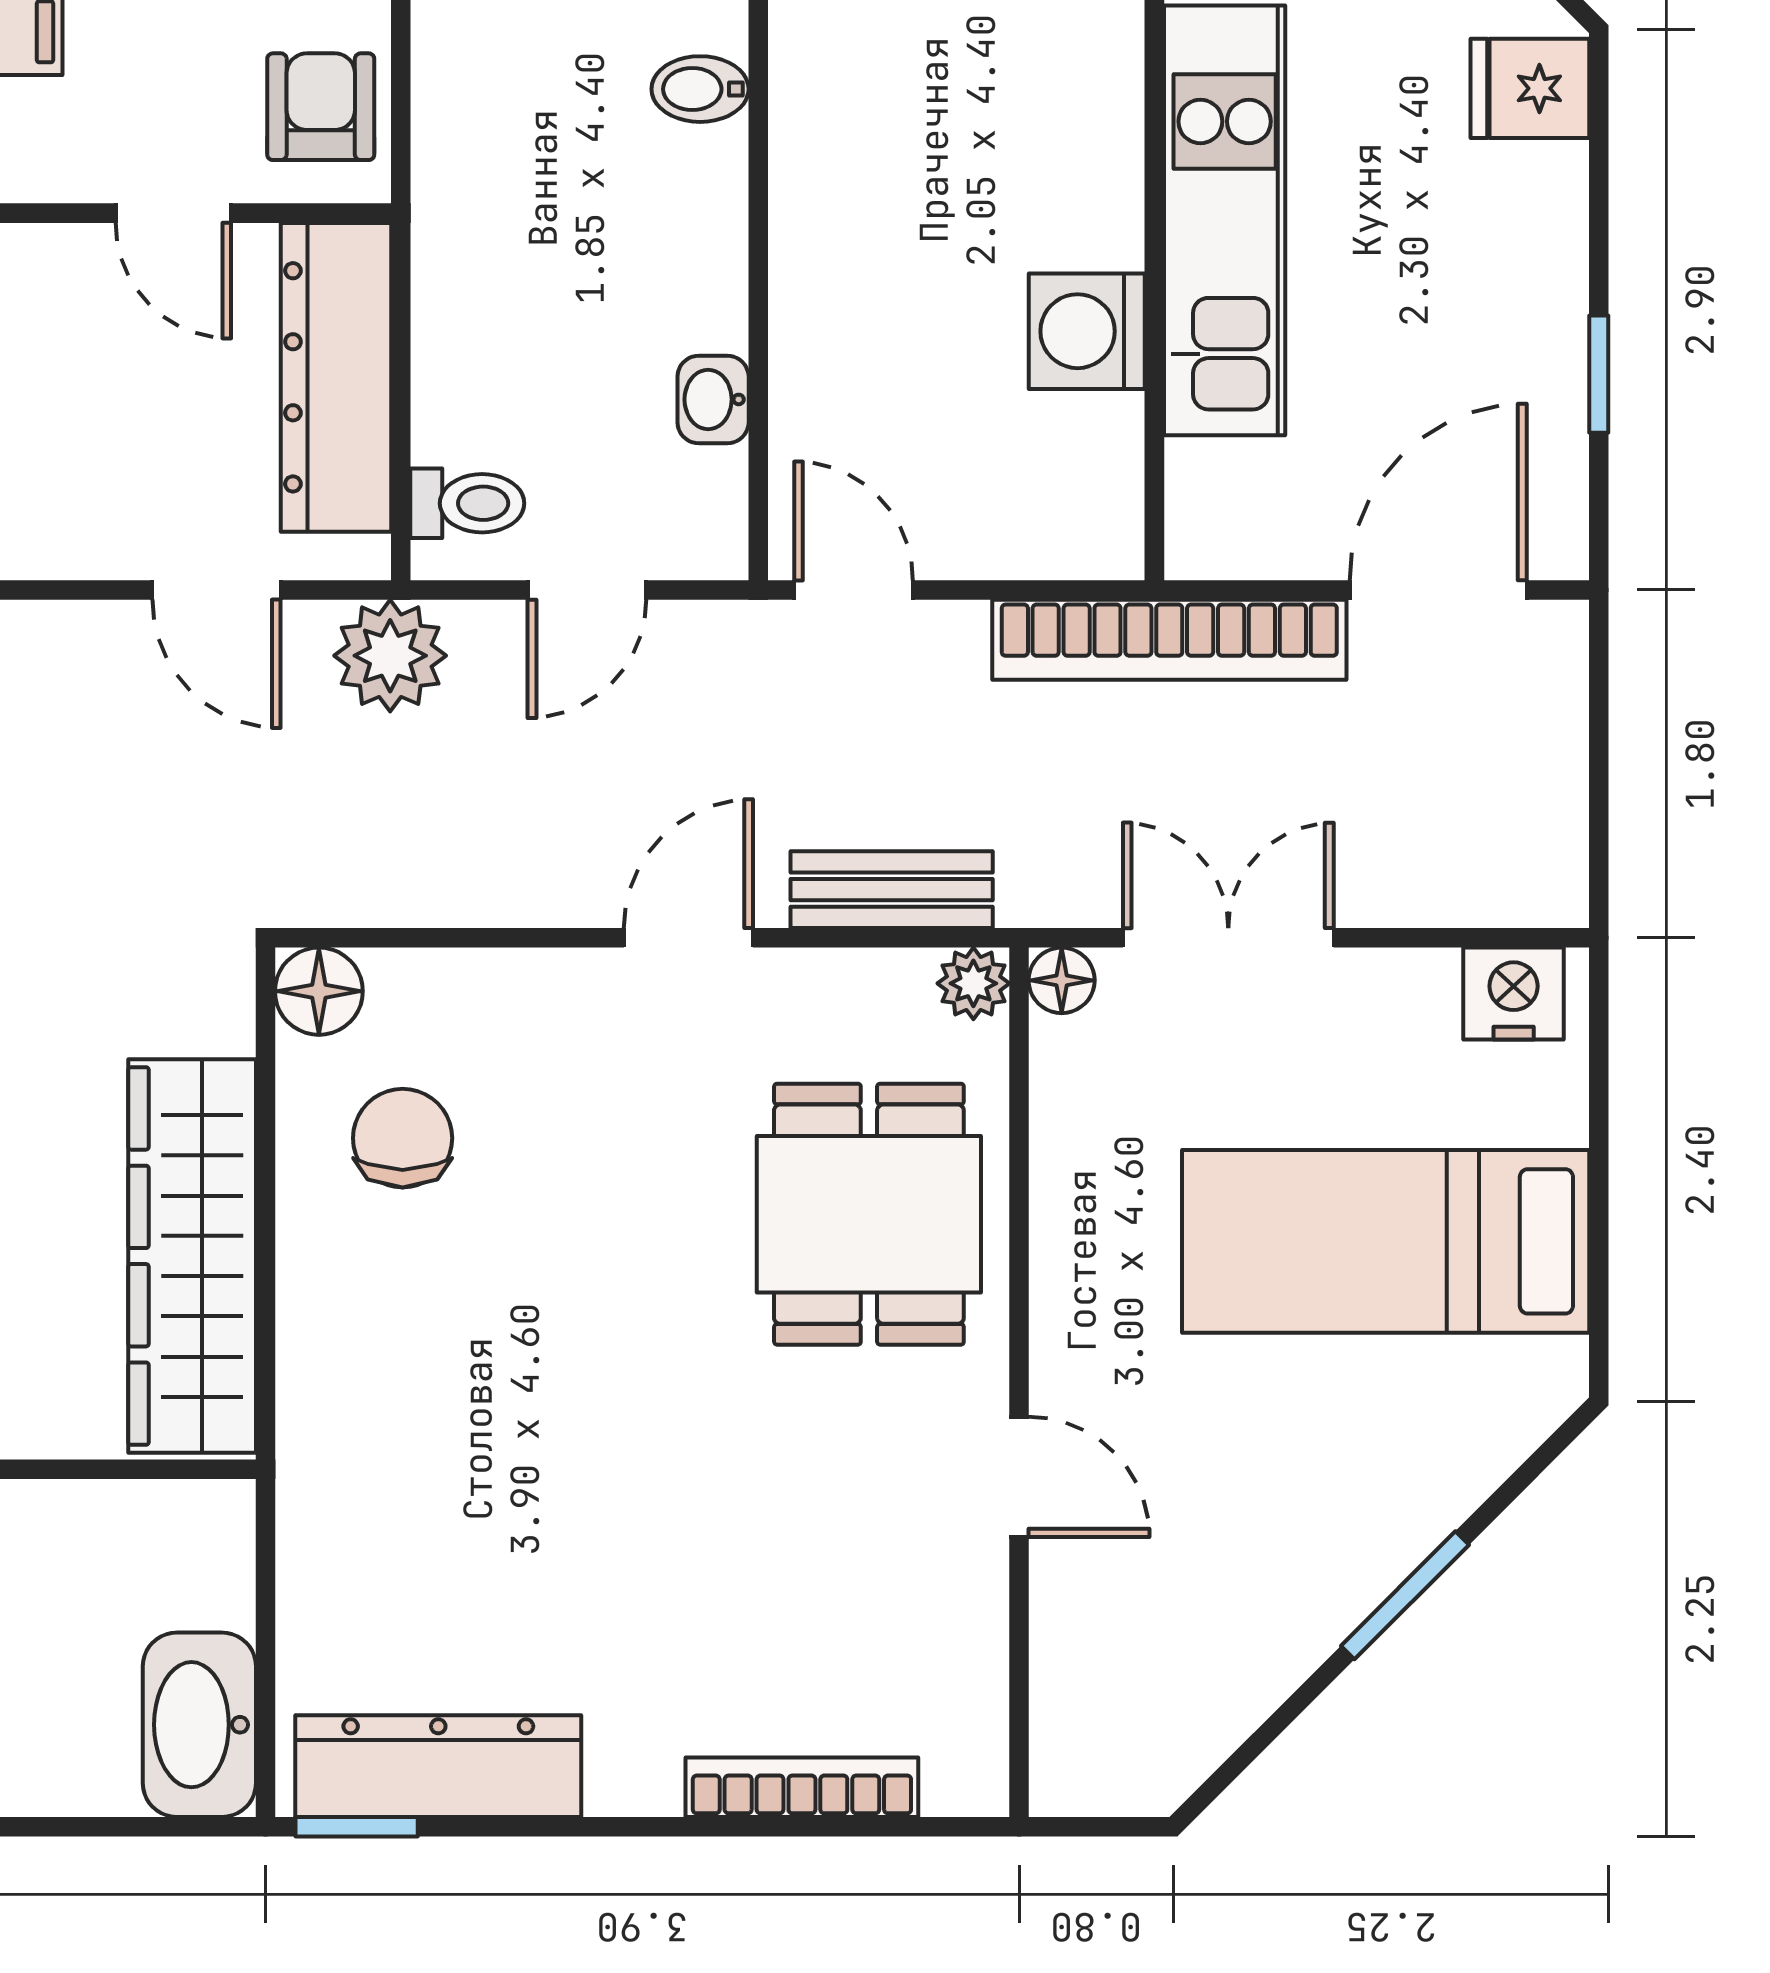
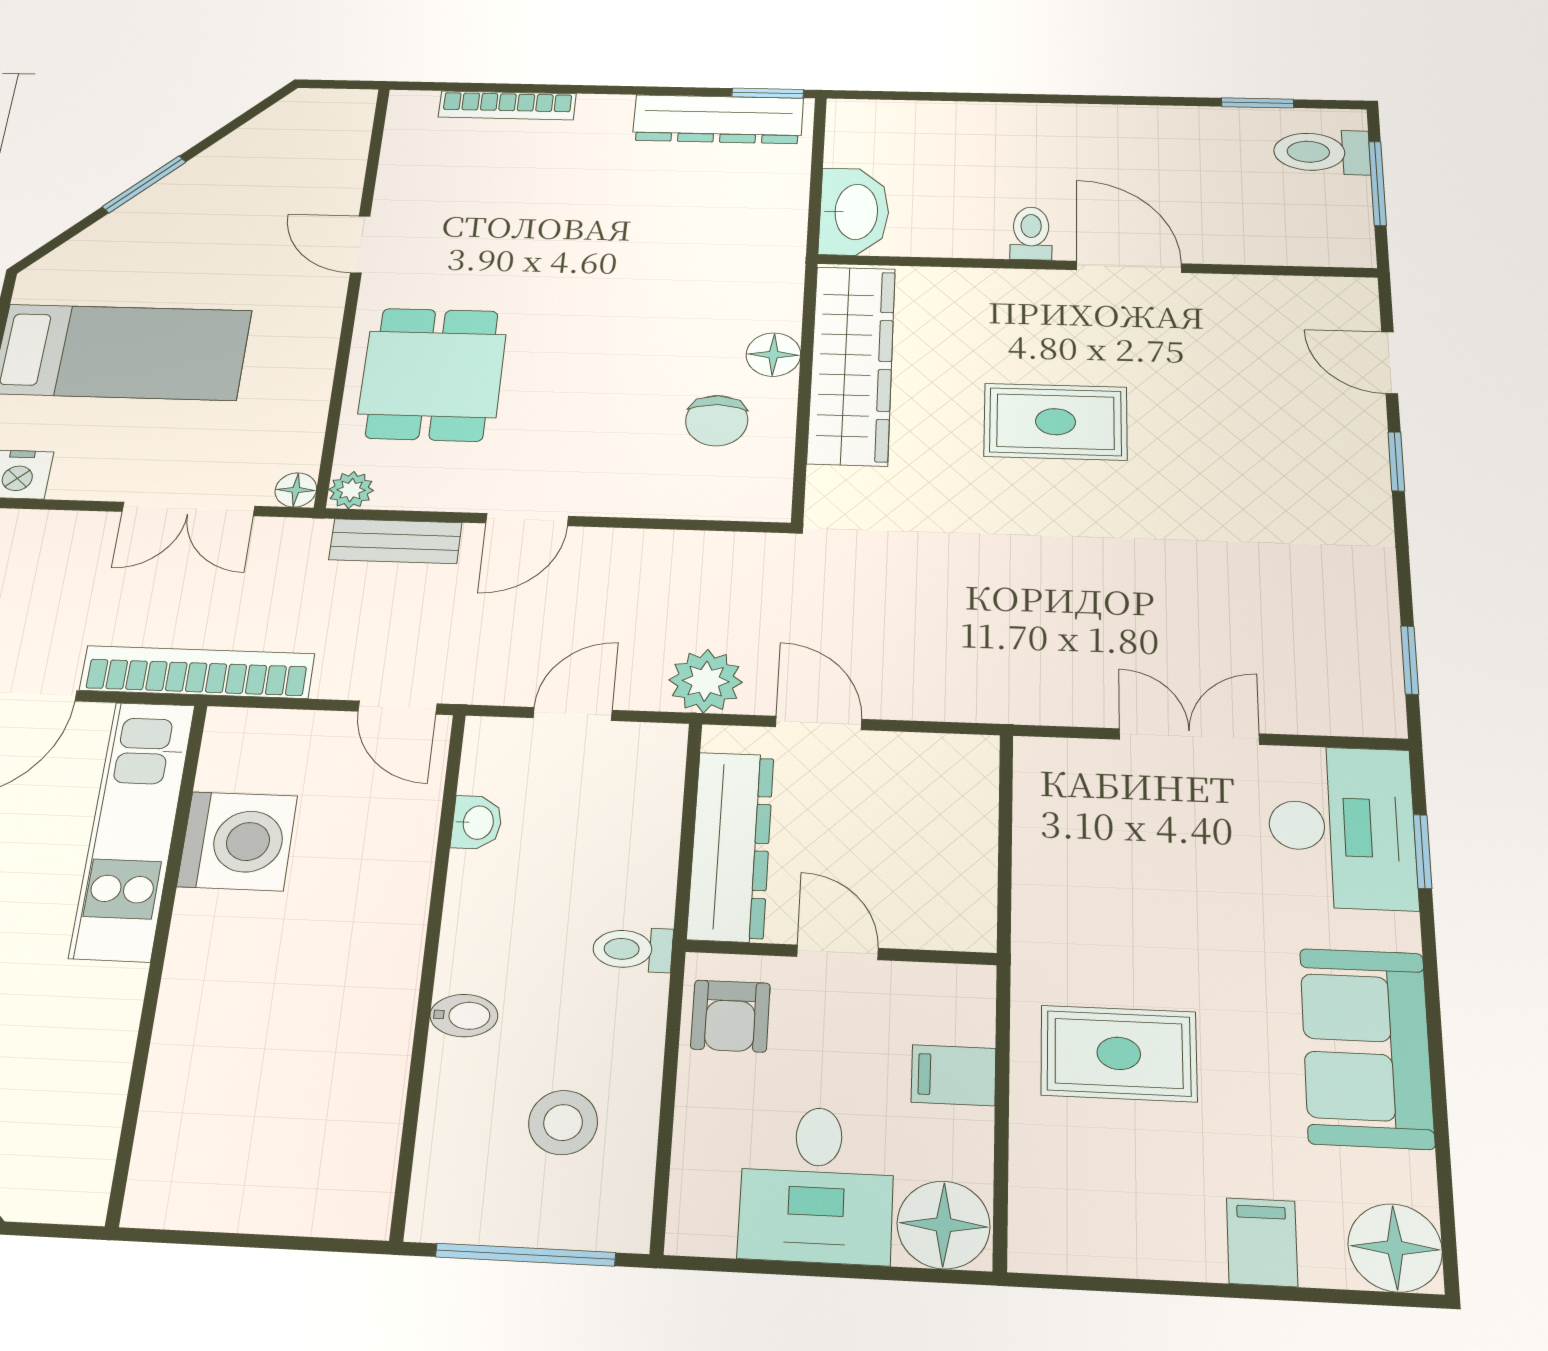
kitchen unit: (1225, 220) -> (133, 829), moved
washing machine: (1087, 331) -> (237, 841), width x1.37, depth x1.37
toilet: (467, 503) -> (633, 949), moved
floor lamp: (319, 991) -> (773, 355), moved
washbasin: (199, 1725) -> (854, 212), moved

